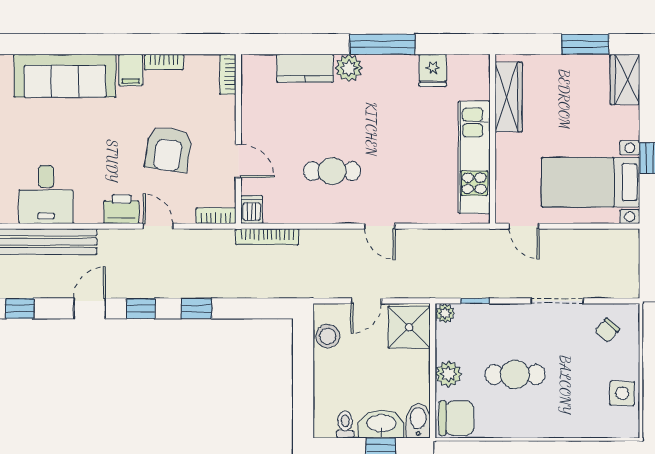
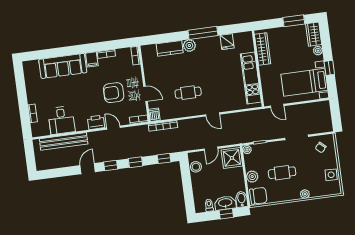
plant: (629, 117) -> (318, 51), added
armchair: (169, 149) -> (114, 93), turned 82
window: (20, 308) -> (164, 158), moved
plant: (559, 428) -> (305, 194), added

